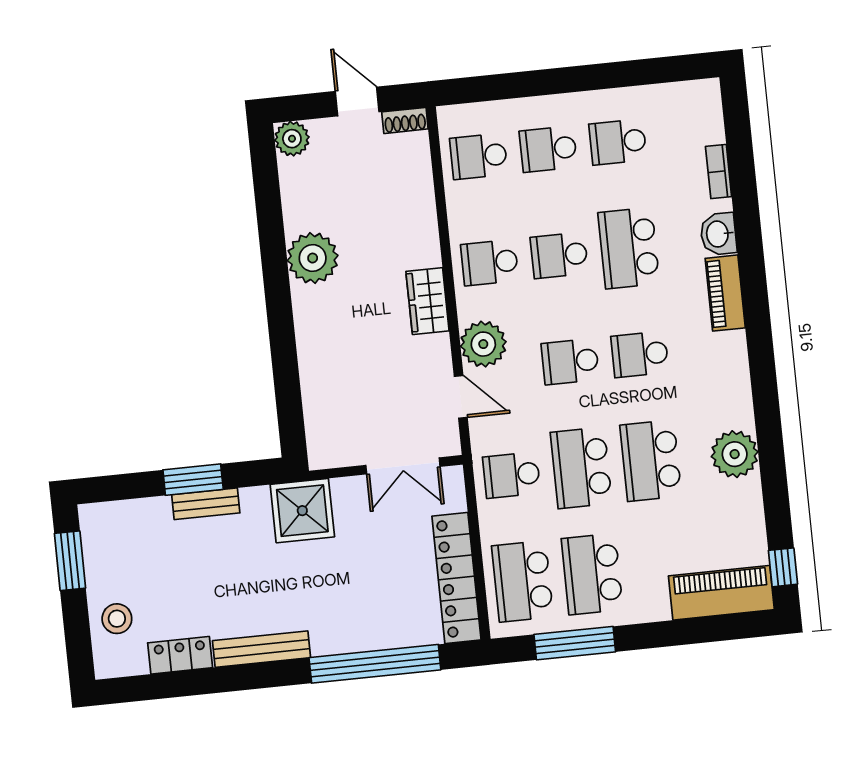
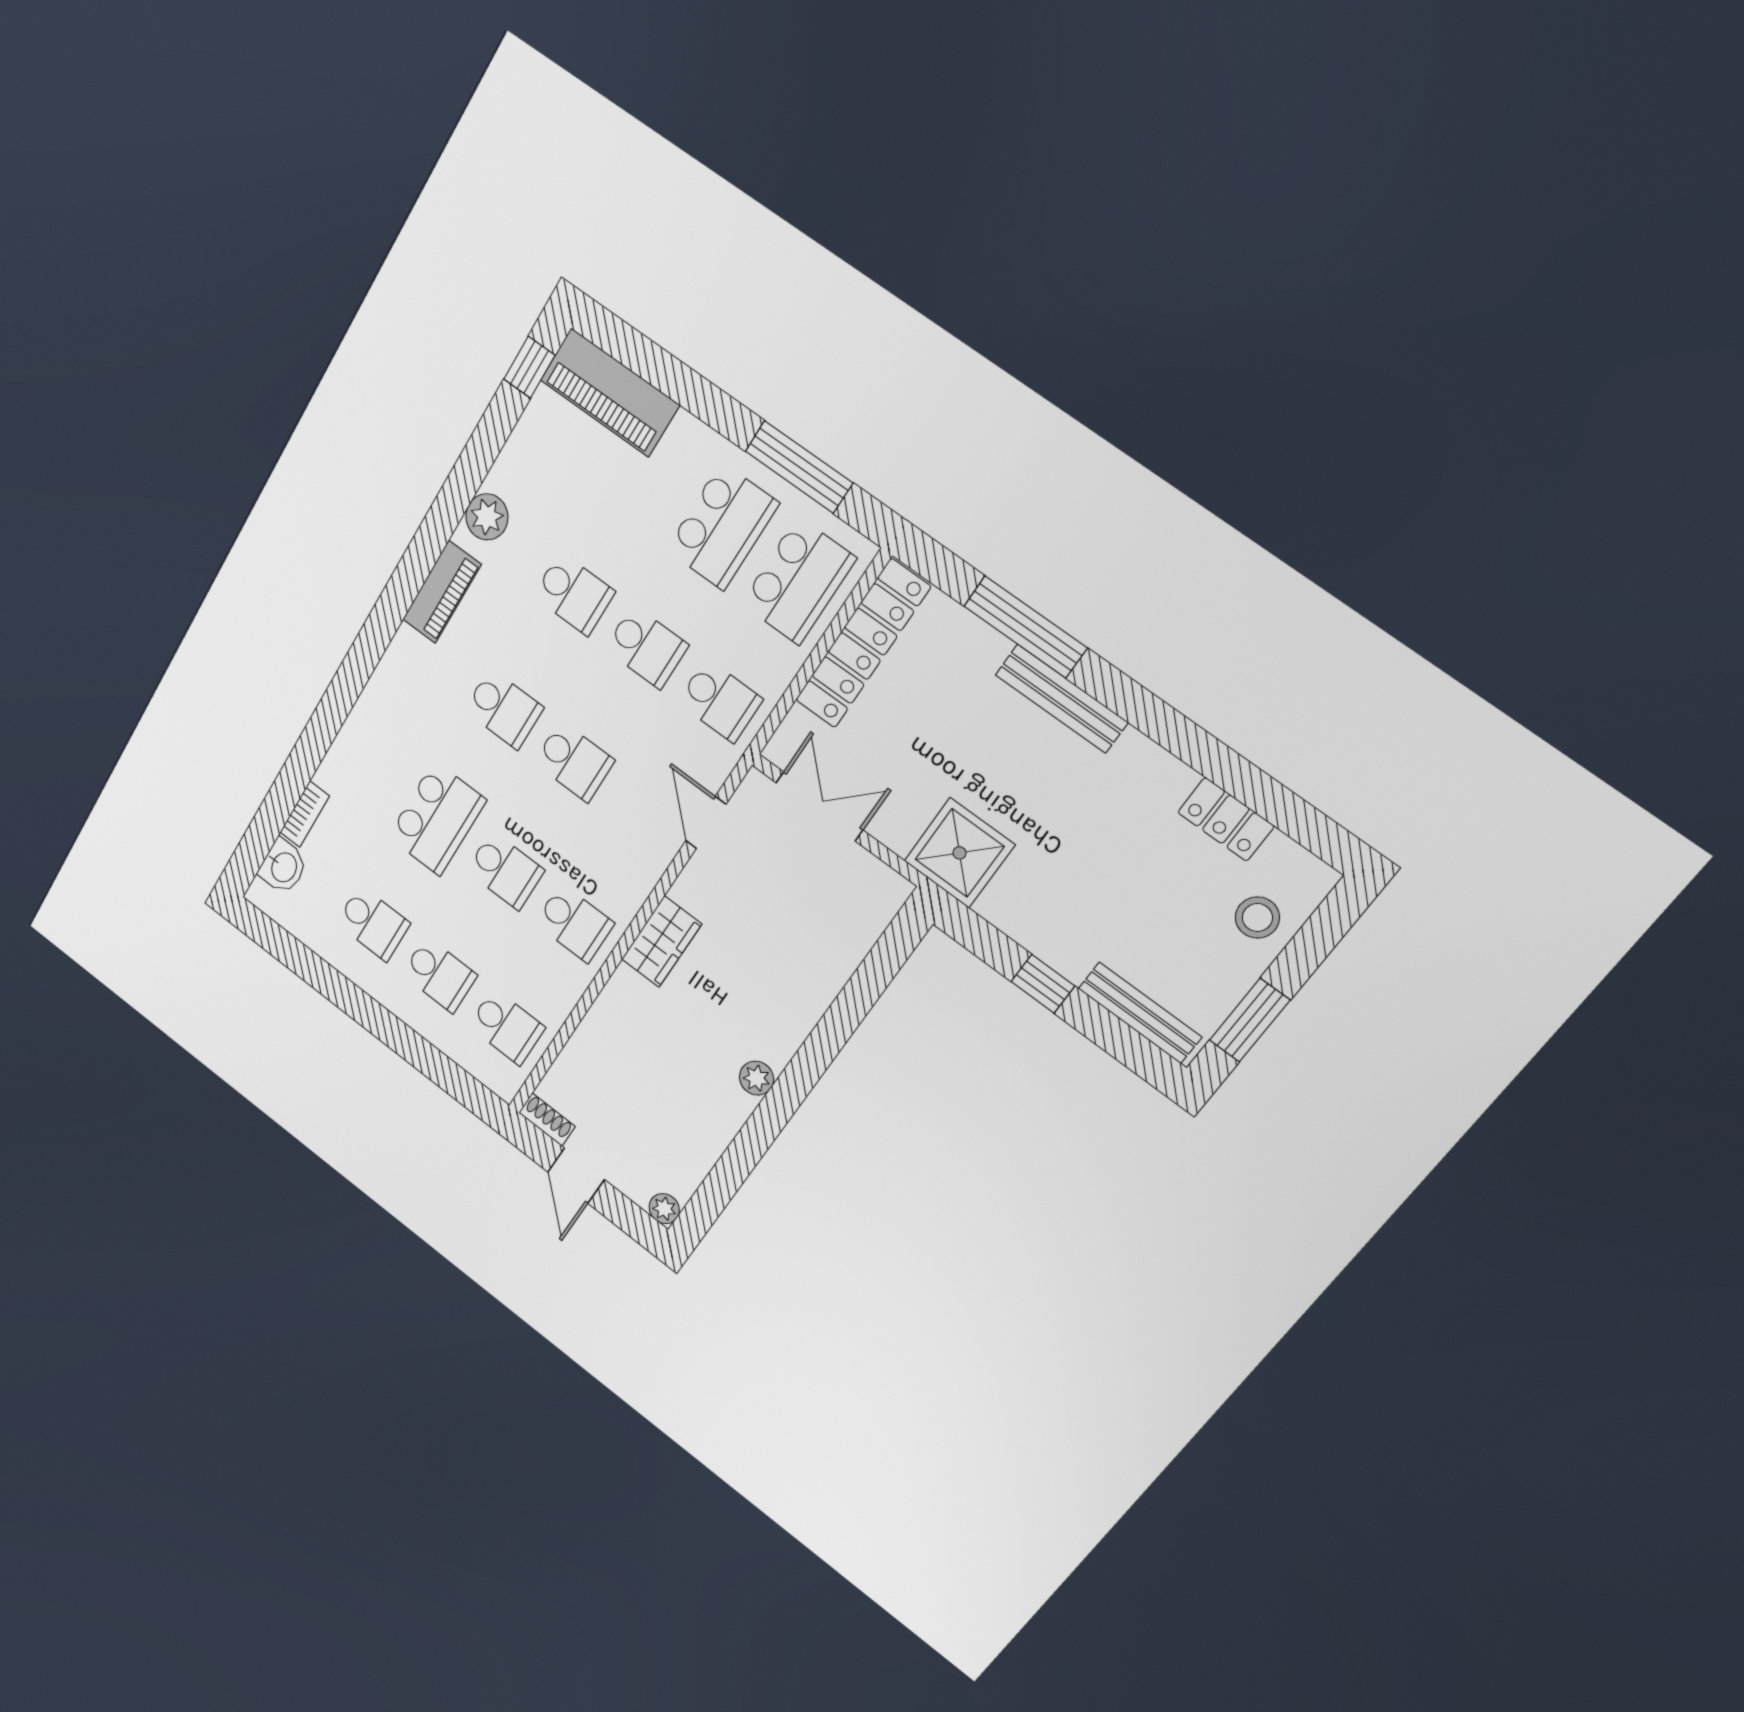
plant: (292, 139) -> (664, 1209), width x0.73, depth x0.73
washbasin: (718, 234) -> (283, 867), moved
plant: (313, 258) -> (757, 1078), width x0.53, depth x0.53
piano: (725, 293) -> (442, 592), moved
plant: (483, 344) -> (642, 853), removed
plant: (735, 454) -> (487, 517), width x0.73, depth x0.73
school desk: (651, 461) -> (574, 594), width x0.54
school desk: (581, 468) -> (646, 647), width x0.54
window: (193, 480) -> (1043, 984), width x0.67
bench: (206, 504) -> (1140, 1013), moved, width x1.36
bench: (262, 649) -> (1061, 699), moved
window: (375, 664) -> (1025, 627), width x0.68

